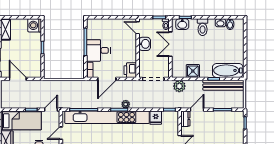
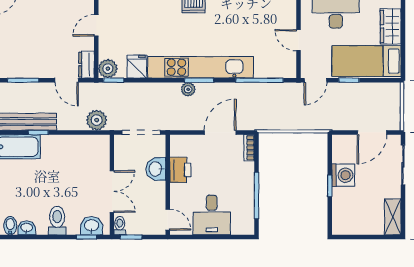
washing machine: (35, 25) -> (343, 175), moved
washbasin: (145, 44) -> (156, 169), moved
desk: (98, 50) -> (212, 215), moved, turned 90
printer: (130, 70) -> (180, 170), moved
shower: (193, 71) -> (74, 146), removed
door: (18, 79) -> (372, 132), hinge flipped
door: (197, 110) -> (67, 80), hinge flipped
plant: (173, 116) -> (108, 69), added
kitchen unit: (107, 117) -> (201, 67), width x0.73
door: (61, 133) -> (298, 40), swing flipped

